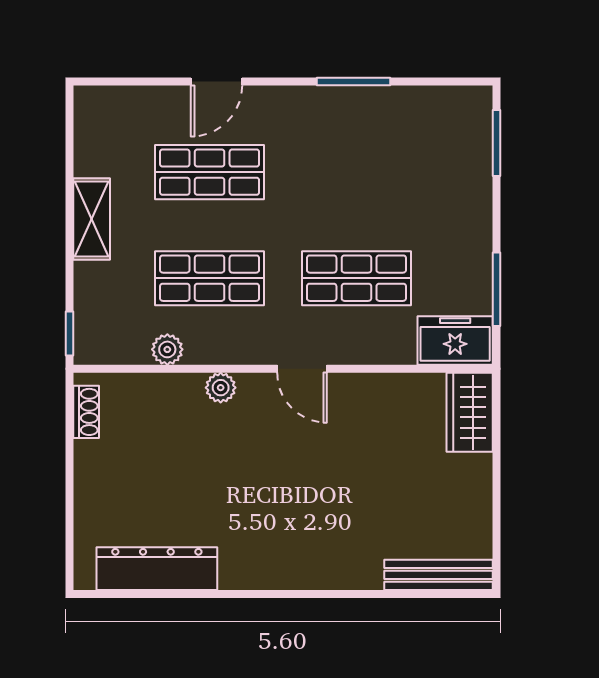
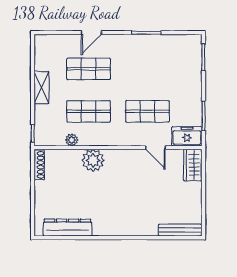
door: (302, 369) -> (155, 148), moved
plant: (221, 388) -> (93, 160), width x1.87, depth x1.87
shoe rack: (86, 412) -> (39, 165), width x1.43

